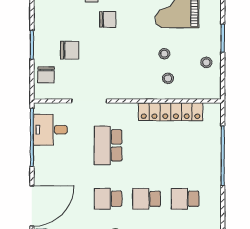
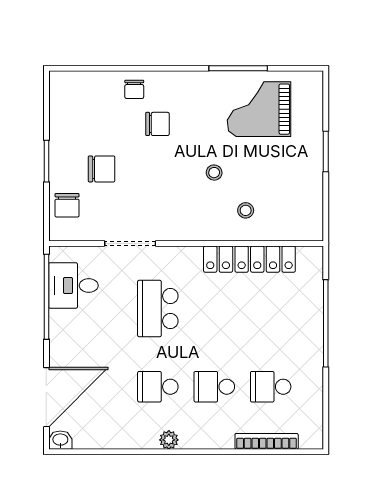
stool: (164, 54) -> (214, 173), moved
stool: (206, 62) -> (302, 187), removed

